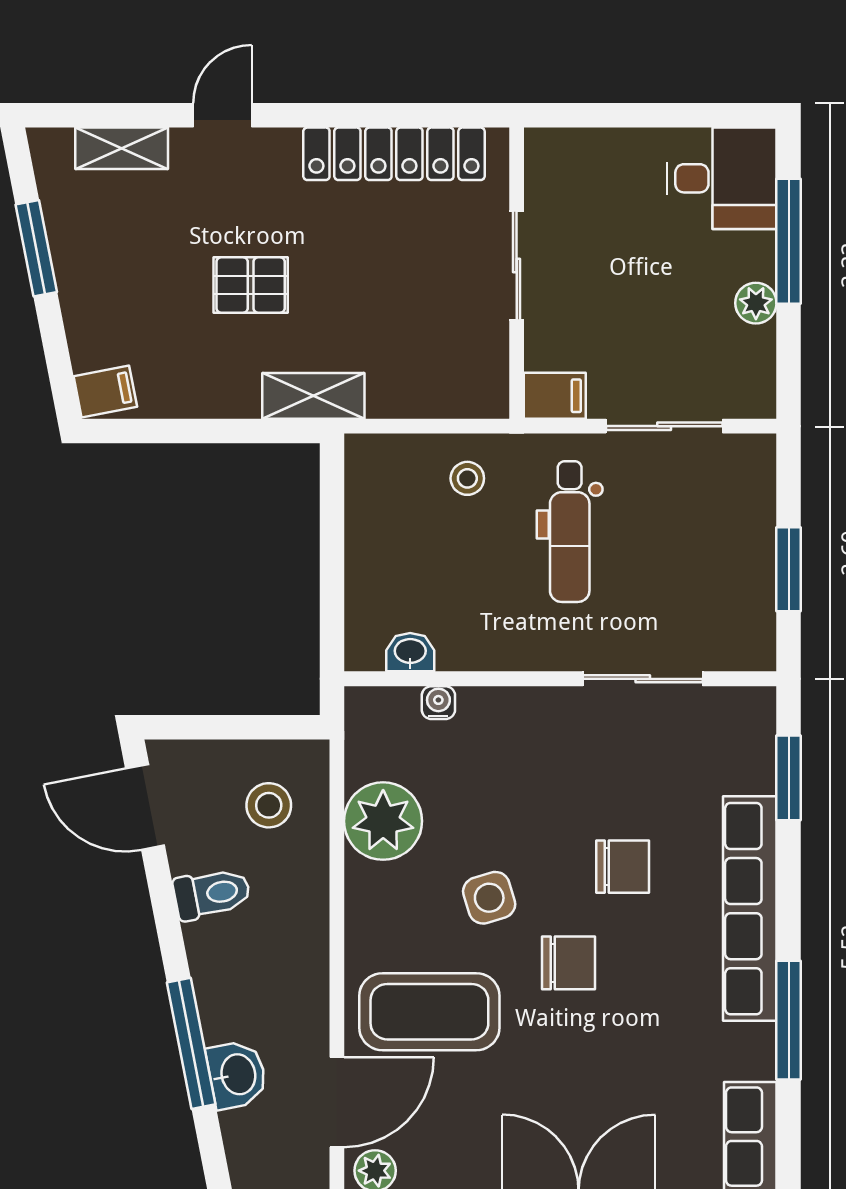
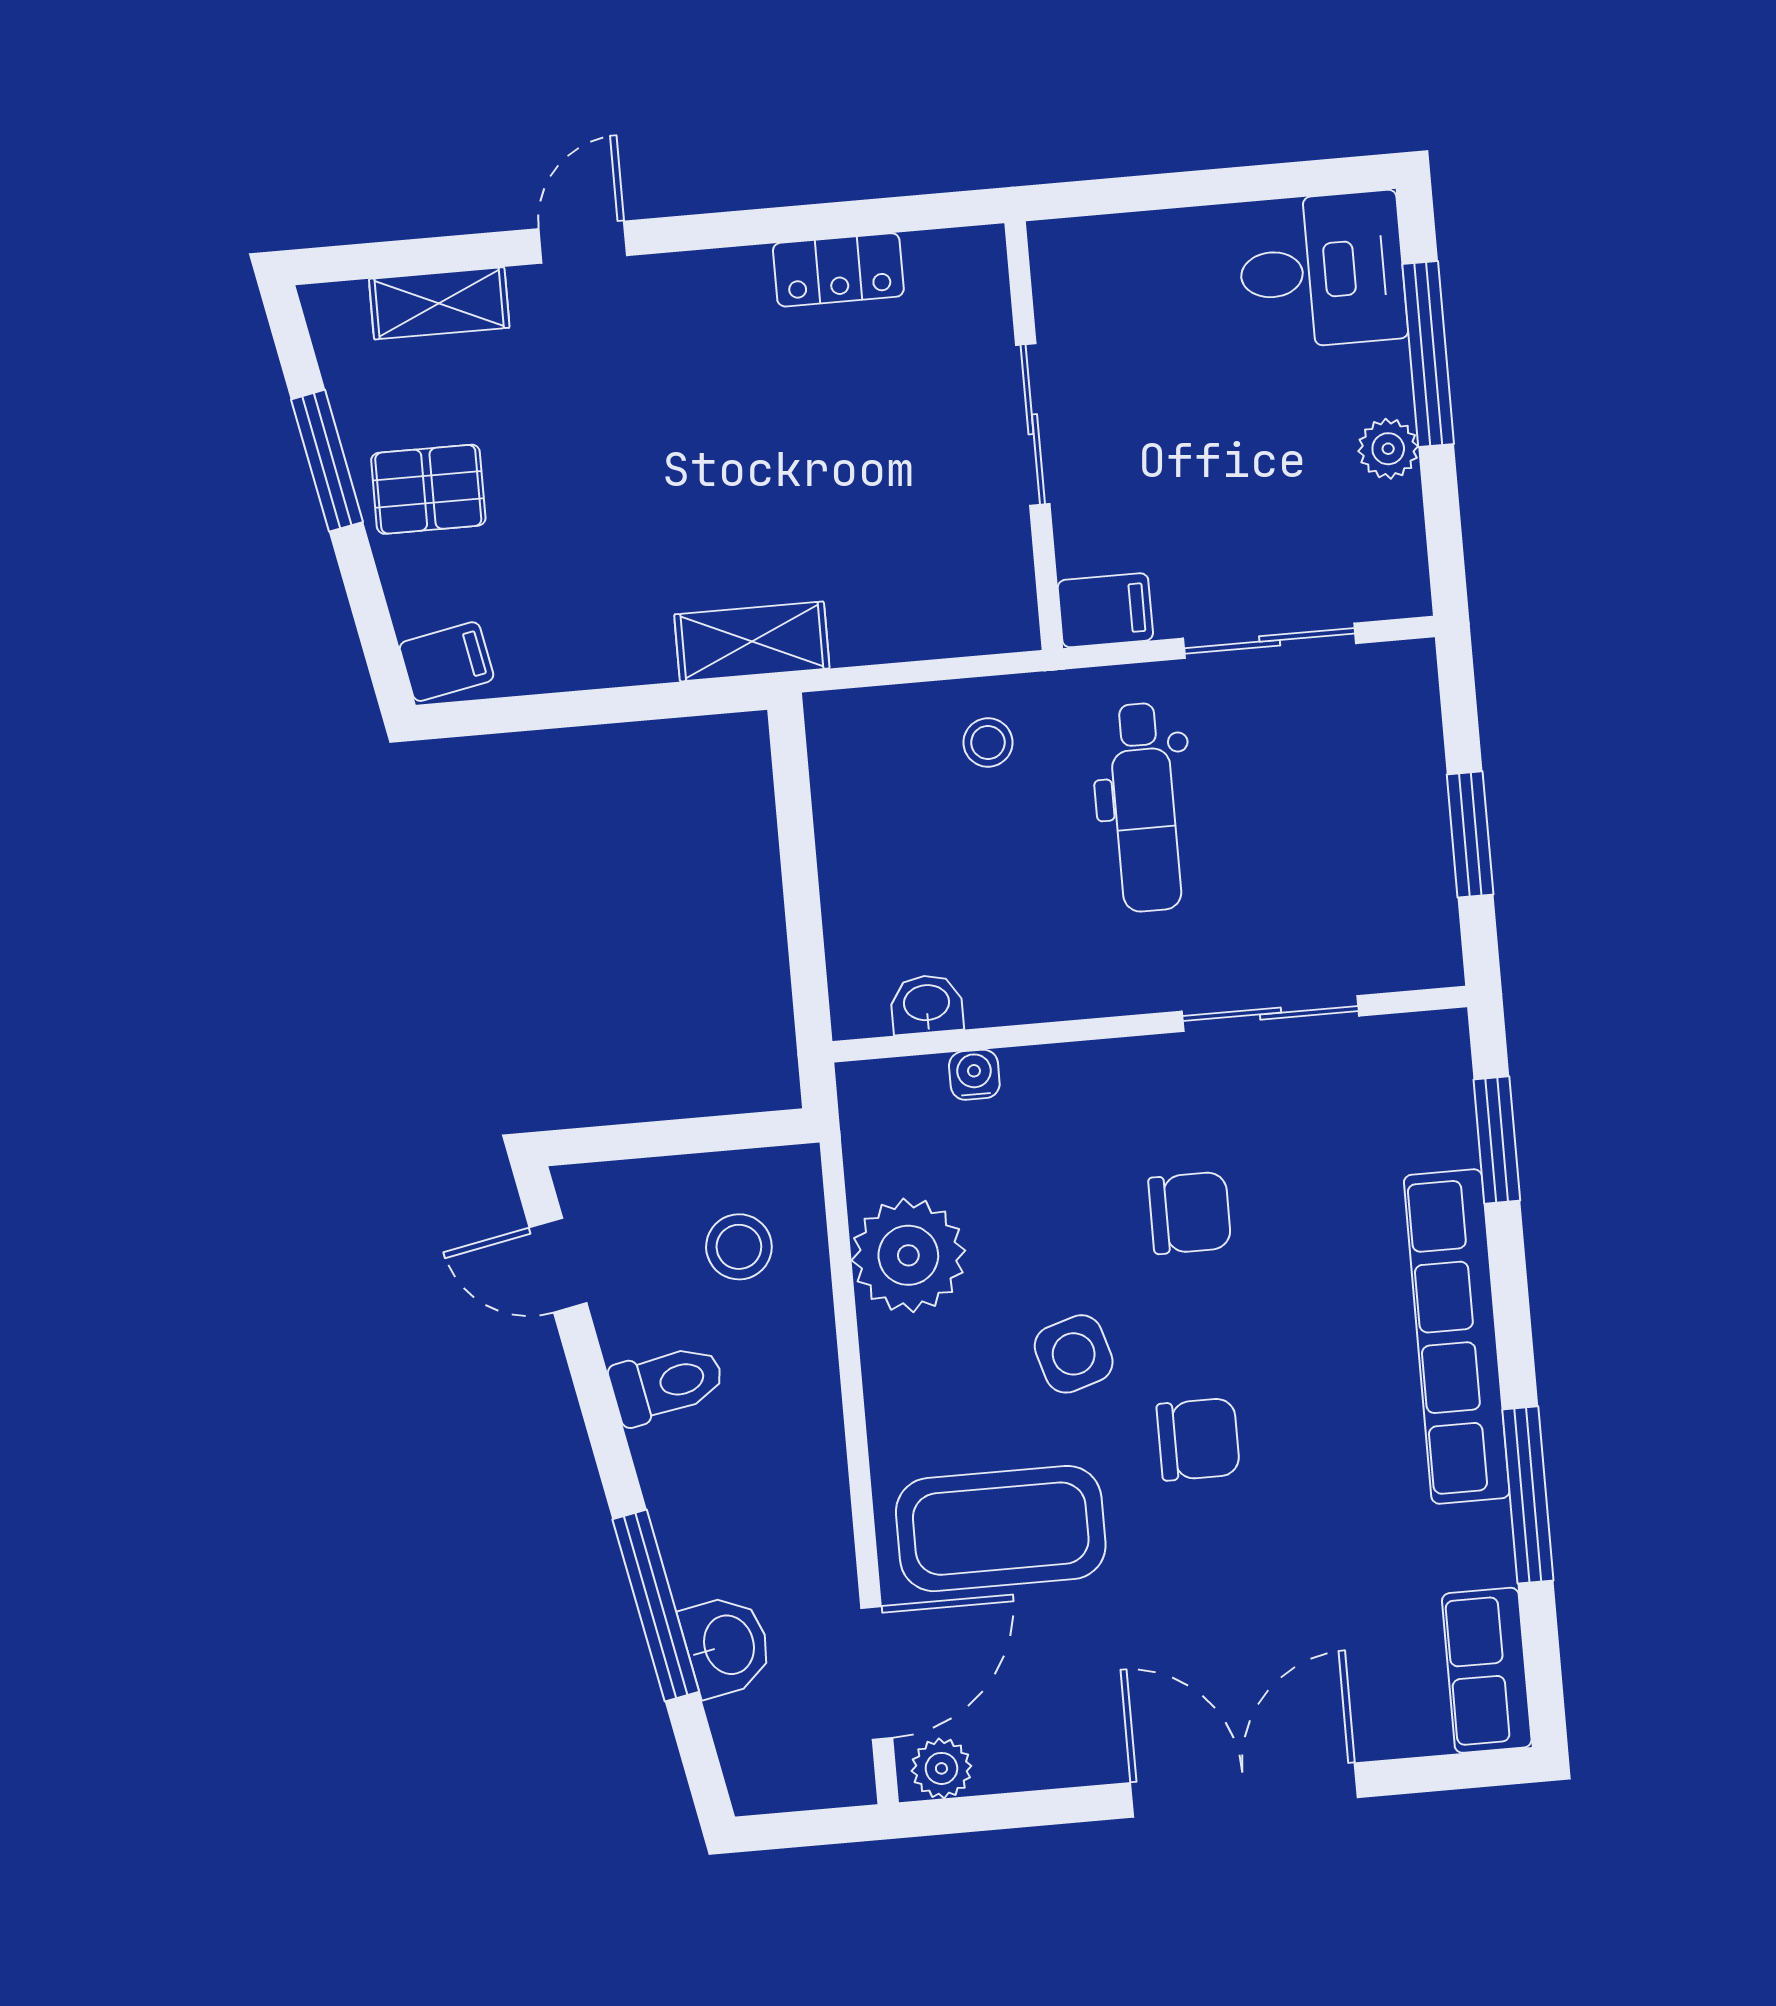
locker: (394, 154) -> (838, 270), width x0.46, depth x0.83
pallet: (251, 285) -> (428, 489), moved
door: (145, 807) -> (558, 1265), width x0.73
chair: (623, 867) -> (1190, 1213), moved

